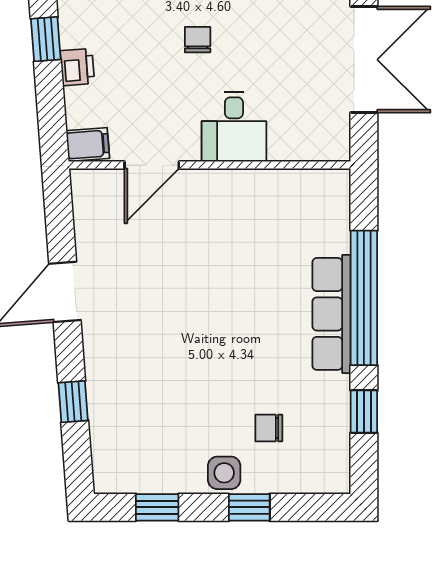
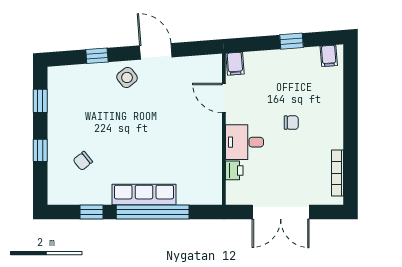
printer: (77, 67) -> (234, 170), moved, turned -86
chair: (269, 428) -> (83, 161), turned -129
side table: (224, 473) -> (127, 77), moved, turned -38

